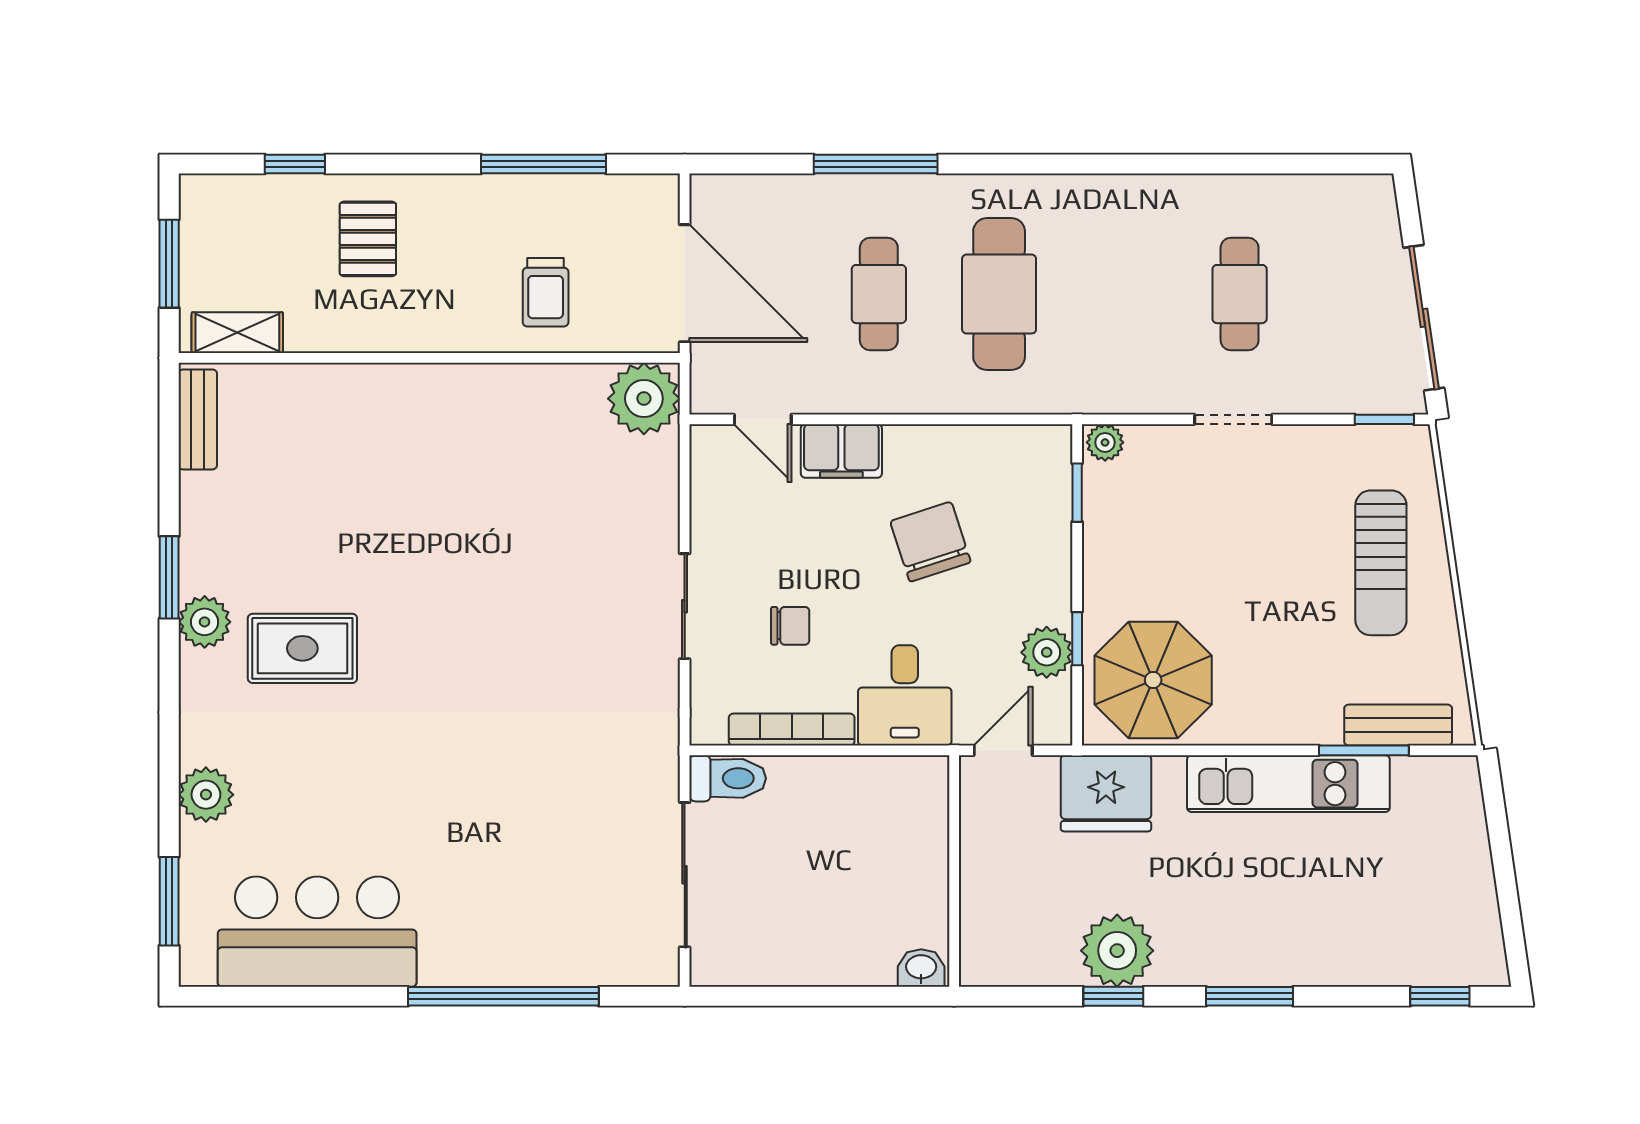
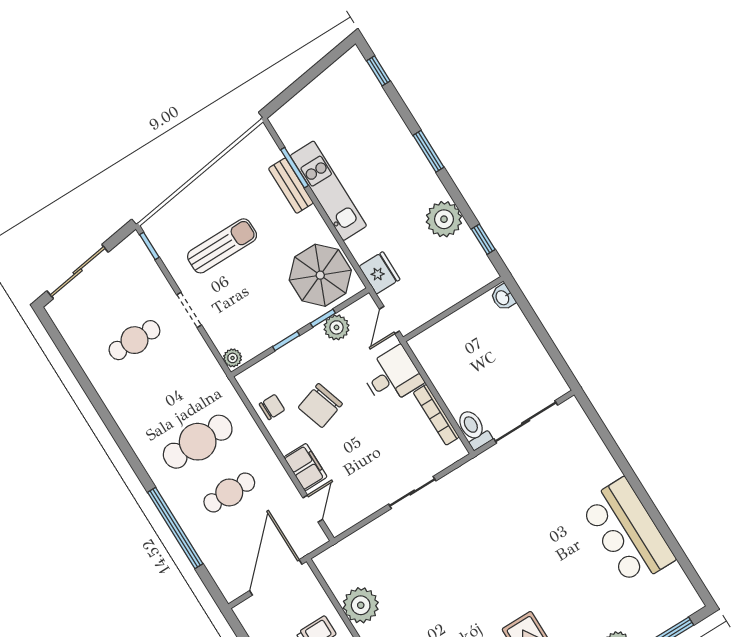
window: (876, 164) -> (175, 528), width x1.46
sliding door: (1424, 318) -> (78, 272), moved
plant: (644, 399) -> (361, 605), moved
window: (1077, 493) -> (286, 341), moved
sun lounger: (1381, 563) -> (222, 246), moved
chair: (790, 626) -> (272, 407), moved, turned 90
bench: (1398, 725) -> (291, 186), moved
door: (1003, 750) -> (389, 320), hinge flipped
fridge: (1106, 793) -> (380, 273), width x0.73, depth x0.75
bar counter: (317, 932) -> (628, 532), moved
window: (503, 996) -> (625, 466), removed
window: (1113, 996) -> (483, 239), moved

